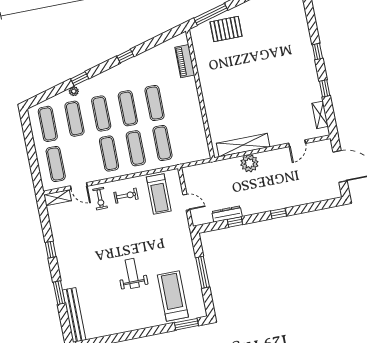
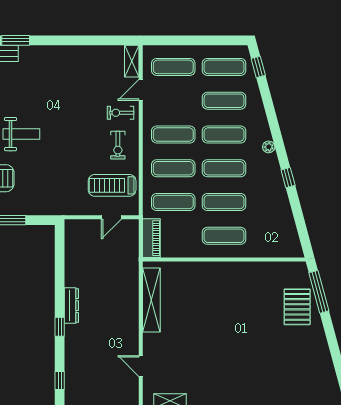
piano: (185, 61) -> (151, 238), moved, turned 90
window: (80, 79) -> (258, 67), moved
plant: (74, 91) -> (269, 147), moved
exercise mat: (181, 98) -> (224, 236), added
plant: (249, 163) -> (128, 303), removed
door: (186, 202) -> (111, 217), moved
dresser: (227, 214) -> (71, 306), moved
window: (235, 222) -> (60, 380), moved
window: (51, 250) -> (70, 40), removed

